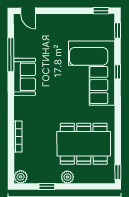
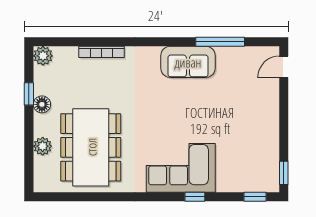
corner sofa: (92, 73) -> (181, 168), width x0.73, depth x0.74
window: (118, 172) -> (50, 197), removed
floor lamp: (54, 177) -> (42, 104), added
plant: (67, 177) -> (43, 146), moved

